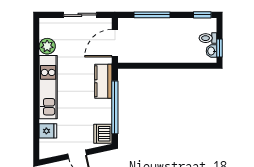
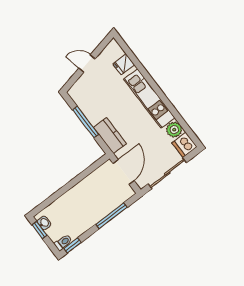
sliding door: (80, 15) -> (167, 173), width x1.37
toilet: (208, 38) -> (63, 242), moved
window: (115, 107) -> (86, 122), width x0.68
dishwasher: (103, 134) -> (184, 145), moved, turned 180

